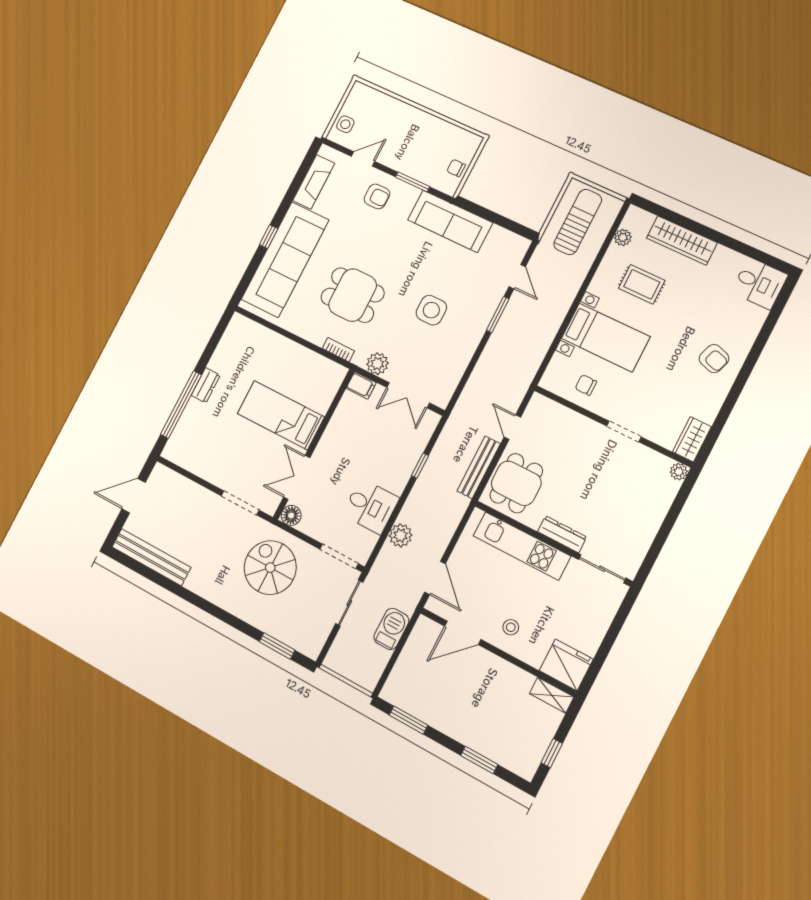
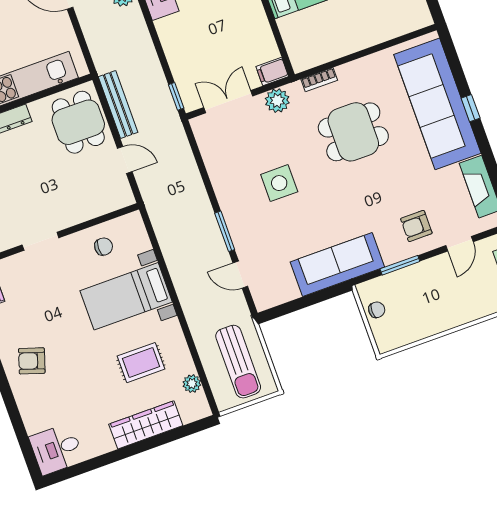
window: (420, 466) -> (176, 96), moved

